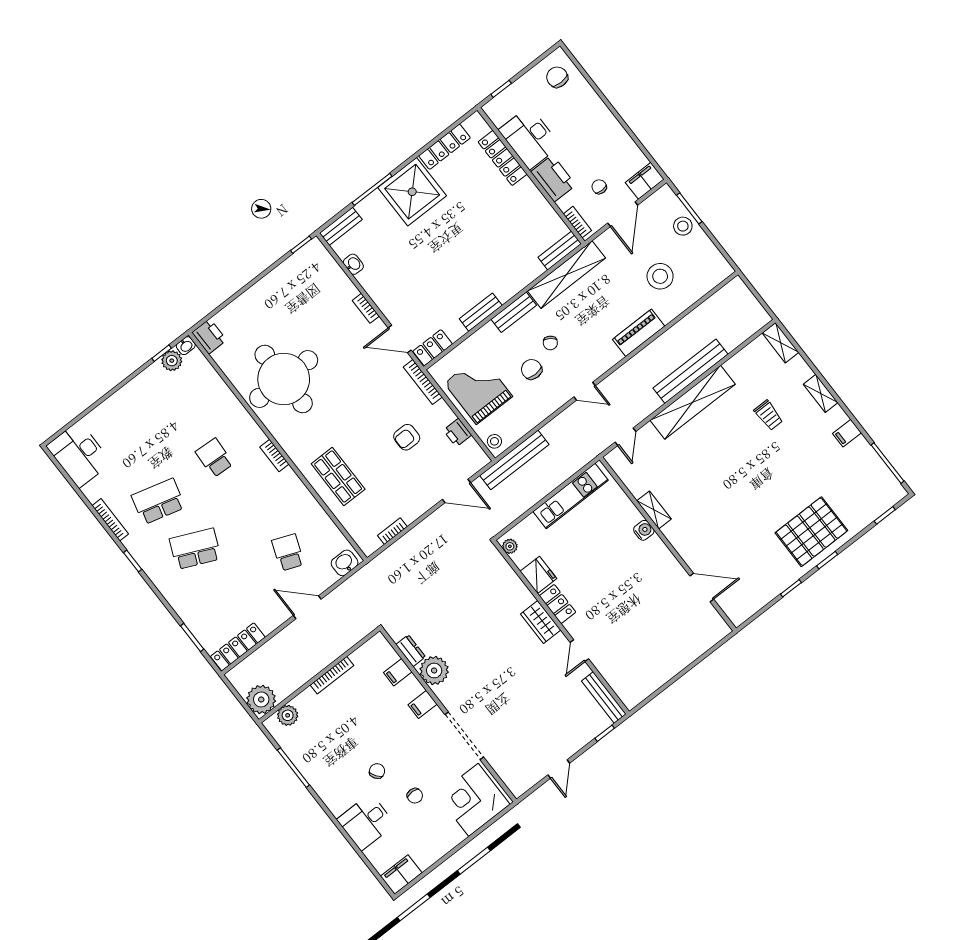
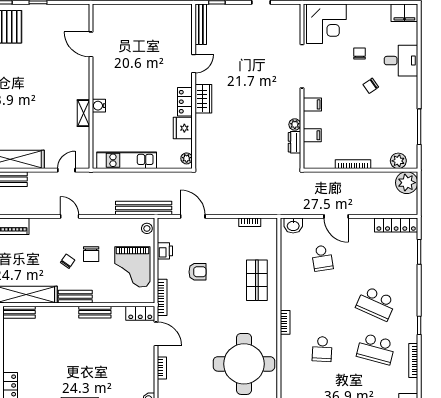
school desk: (288, 552) -> (322, 258), turned -30
plant: (434, 670) -> (295, 124), width x0.53, depth x0.53

